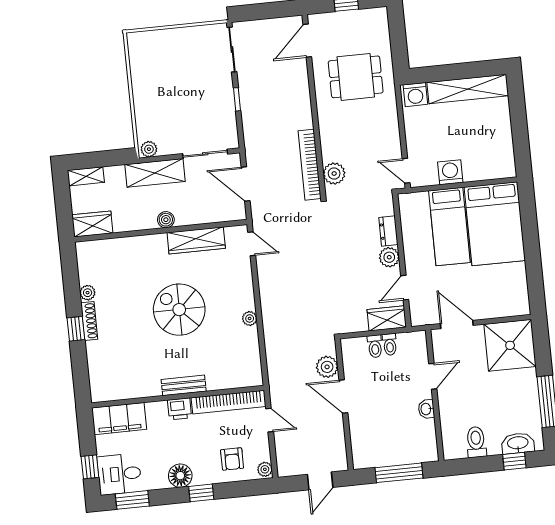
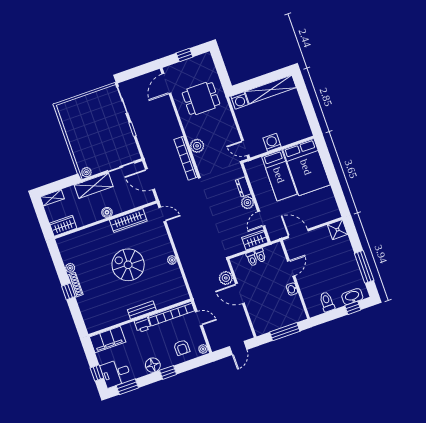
plant: (334, 173) -> (197, 146), moved
shower: (510, 345) -> (338, 230), width x0.54, depth x0.54

